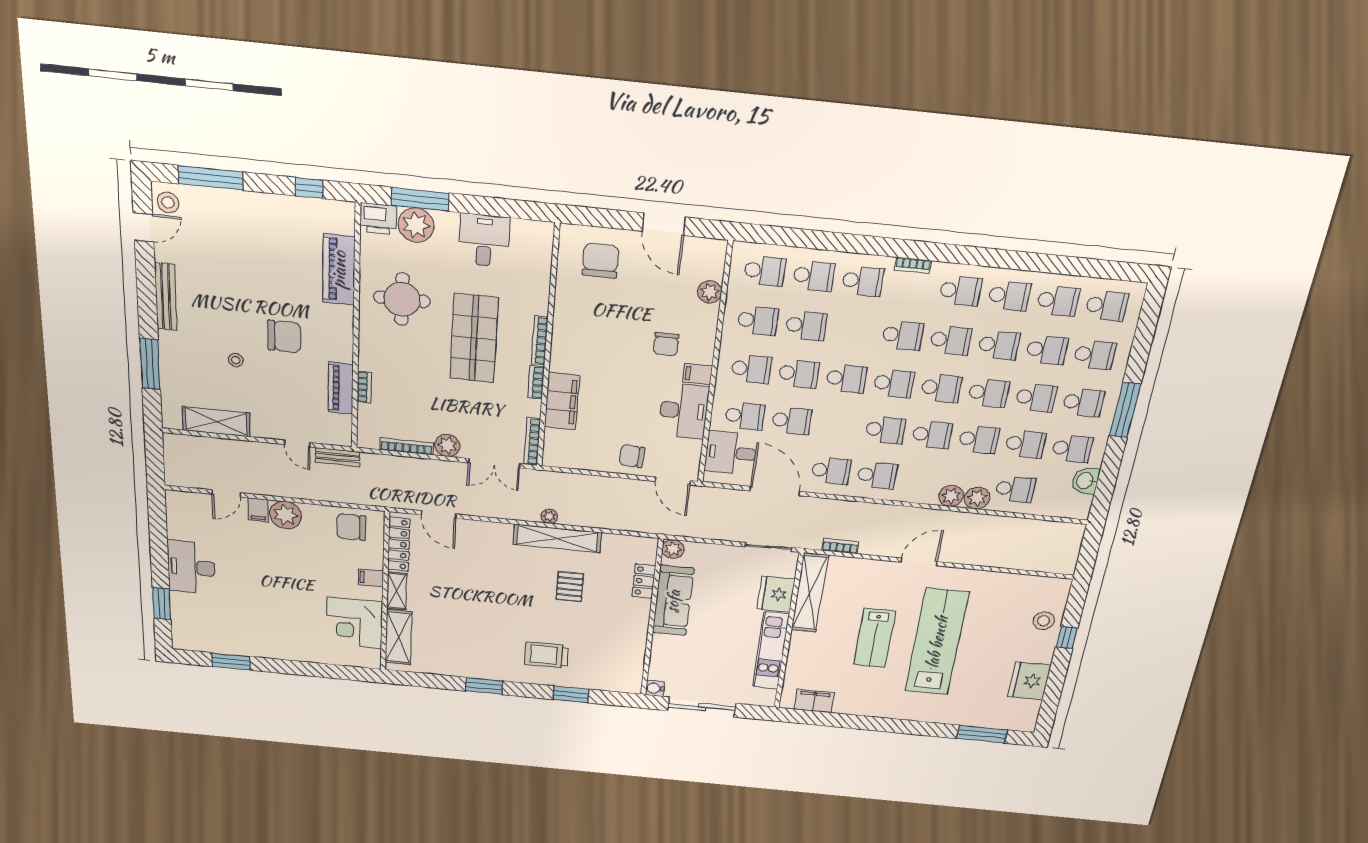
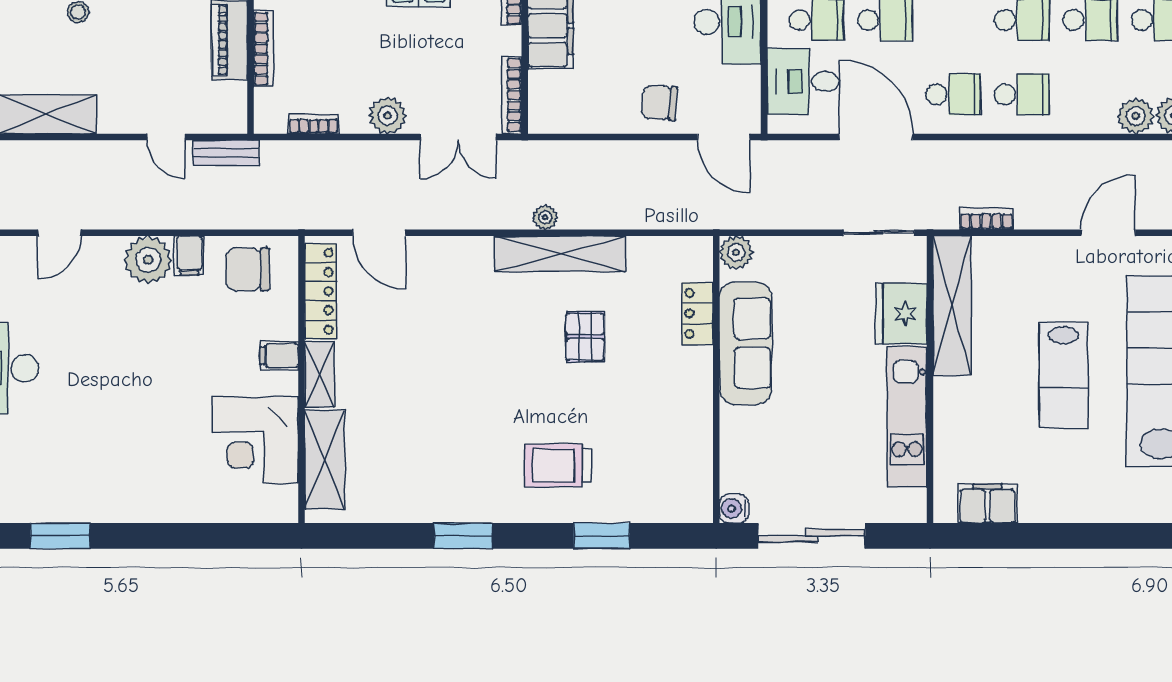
bookcase: (364, 387) -> (263, 49), width x1.56
bookcase: (406, 446) -> (313, 124), width x0.64
filing cabinet: (258, 510) -> (189, 255), moved

